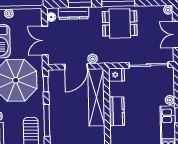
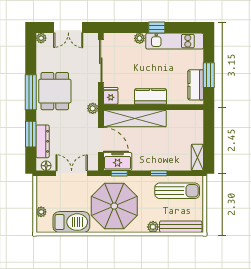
double door: (45, 41) -> (72, 173), swing flipped
plant: (93, 59) -> (93, 108), moved
freezer: (57, 82) -> (118, 161), added
window: (47, 120) -> (159, 173), width x0.46

